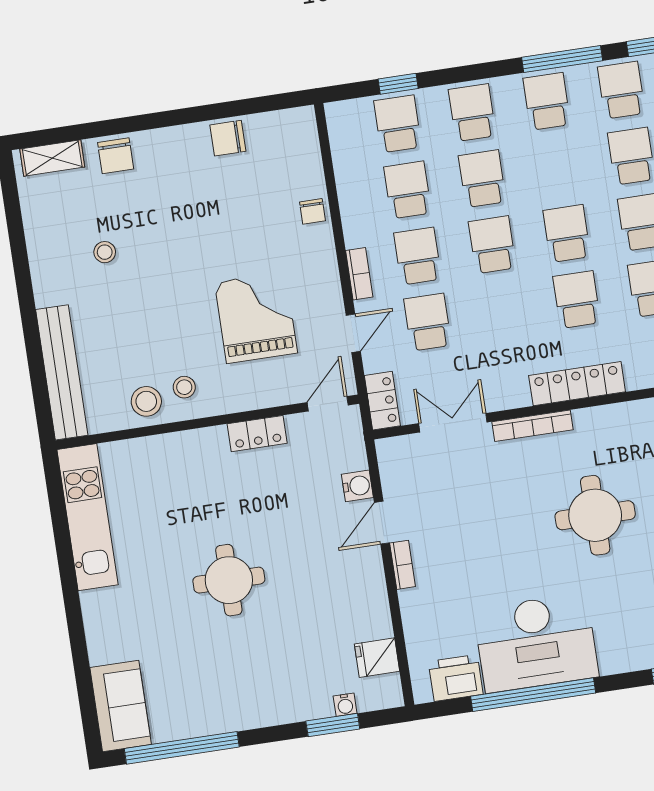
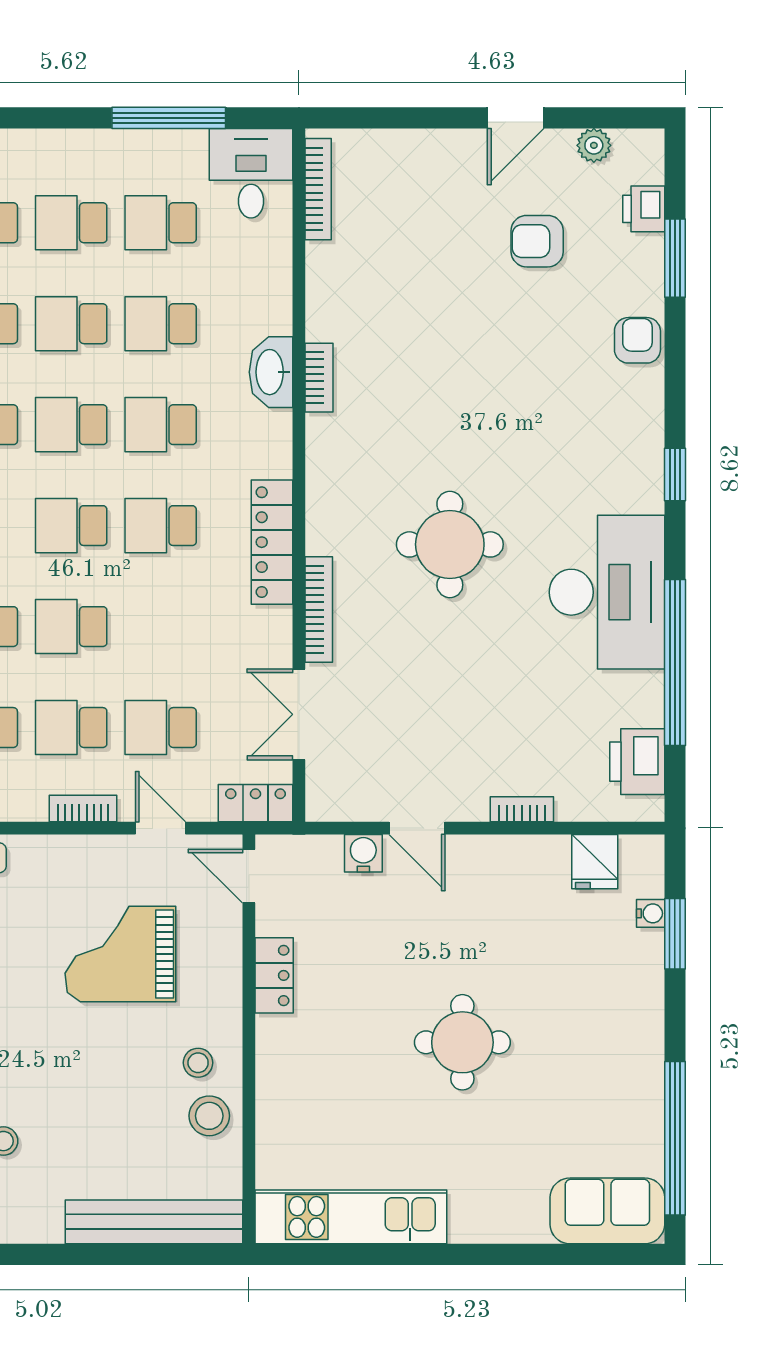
bookcase: (403, 565) -> (522, 809), moved
desk: (536, 643) -> (607, 592), moved

